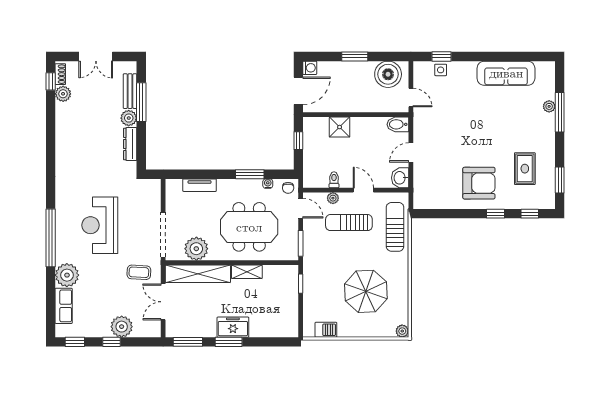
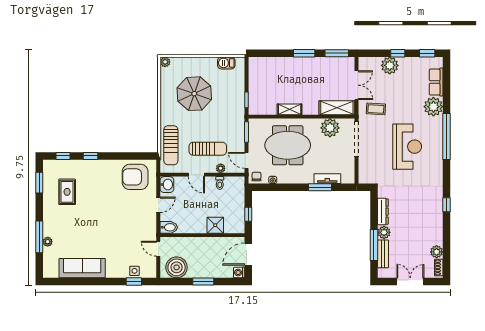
window: (51, 81) -> (446, 205), moved
window: (250, 174) -> (320, 187), moved
armchair: (479, 183) -> (135, 177), moved
shelving: (198, 274) -> (337, 108), width x0.68
freezer: (233, 327) -> (301, 65), removed

